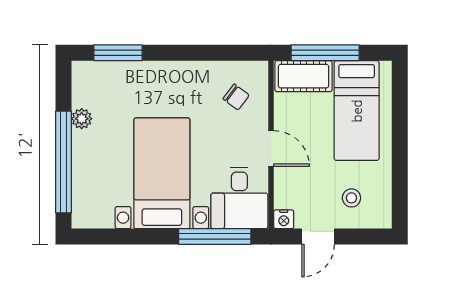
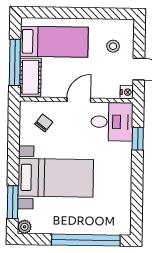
plant: (82, 119) -> (24, 227), moved
bed with nightstands: (162, 173) -> (56, 178), moved, turned 180
window: (215, 237) -> (138, 139), width x0.46

